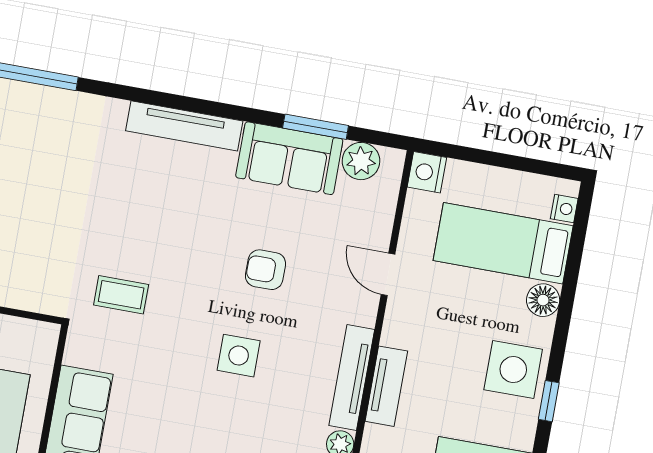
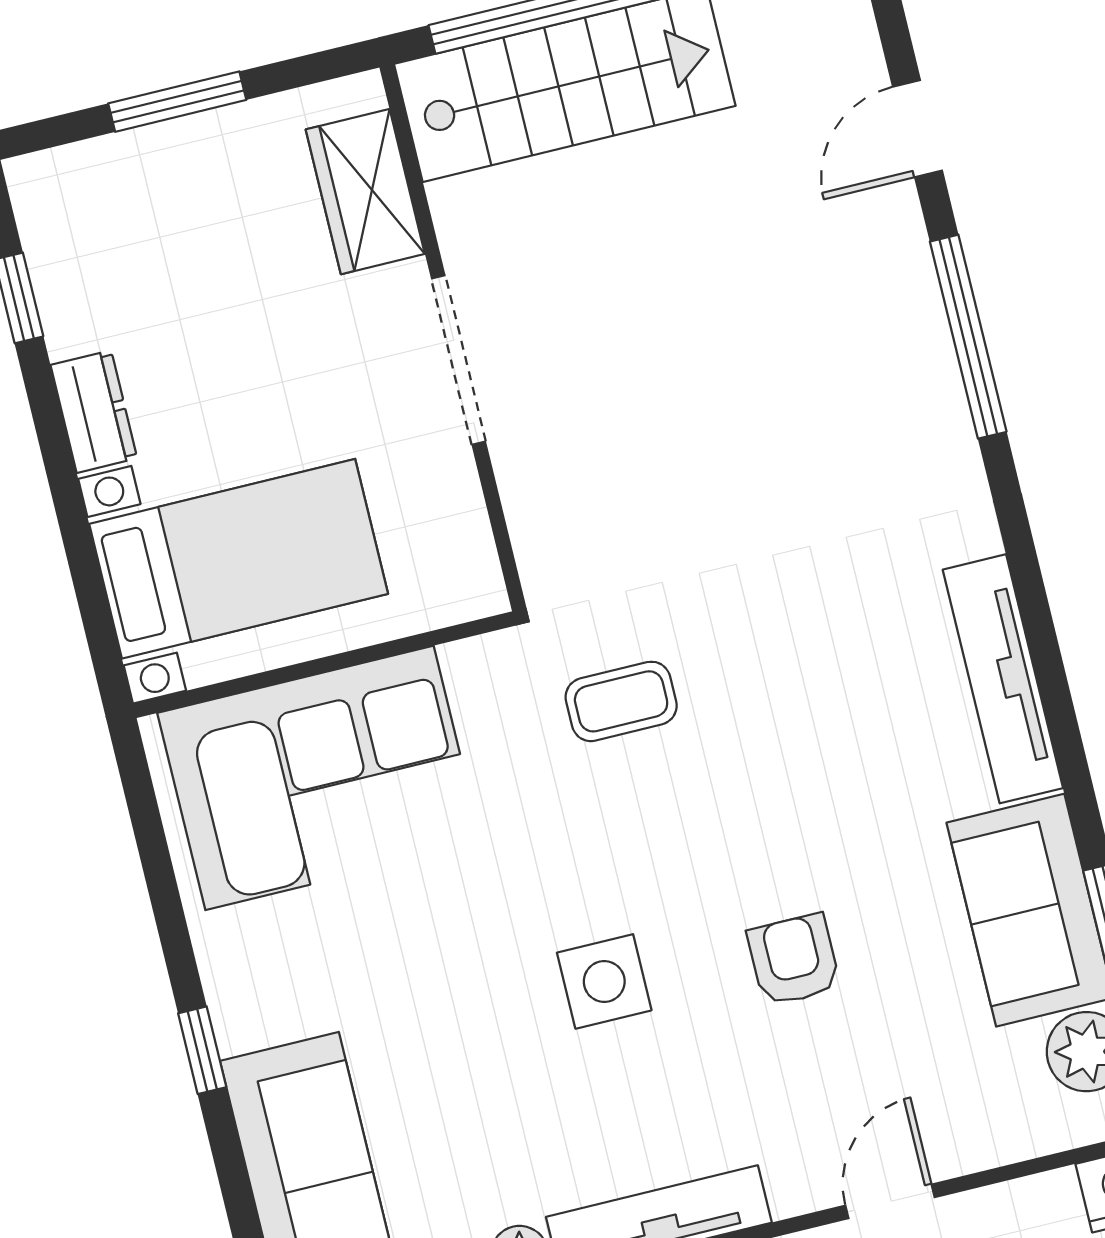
coffee table: (121, 295) -> (621, 701), turned 90

